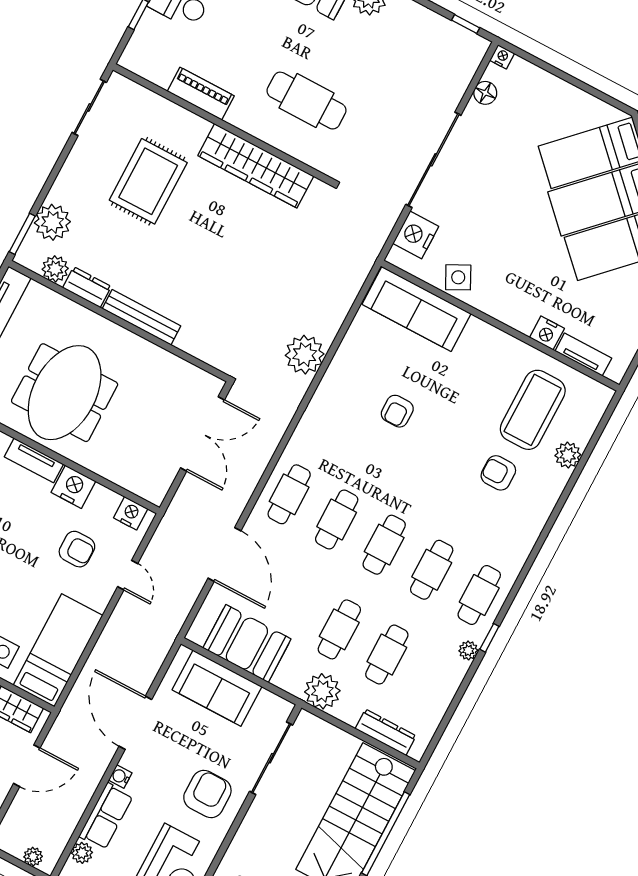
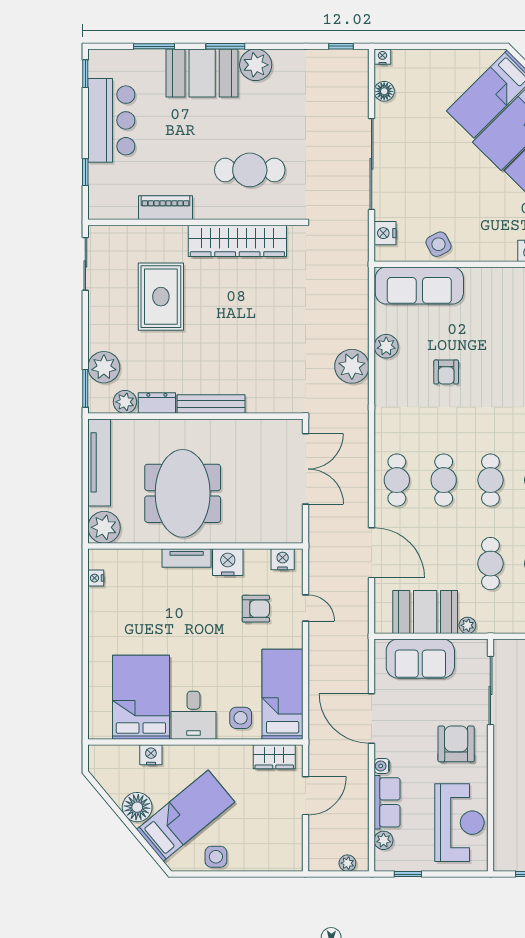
nightstand: (416, 235) -> (385, 233), width x0.74, depth x0.75
plant: (350, 353) -> (386, 346), added
plant: (322, 691) -> (467, 625), moved, width x0.53, depth x0.53

